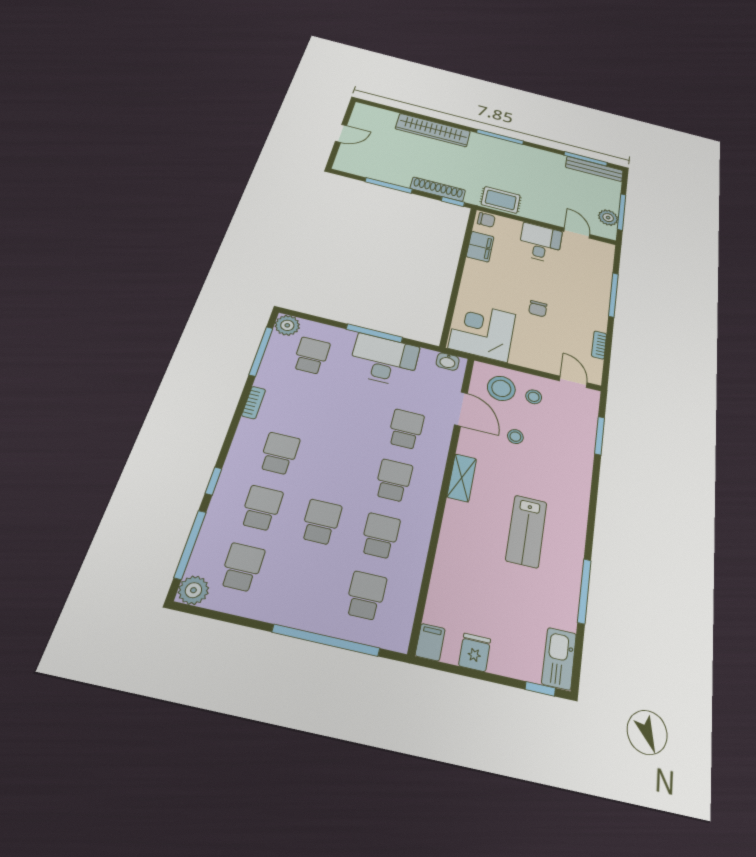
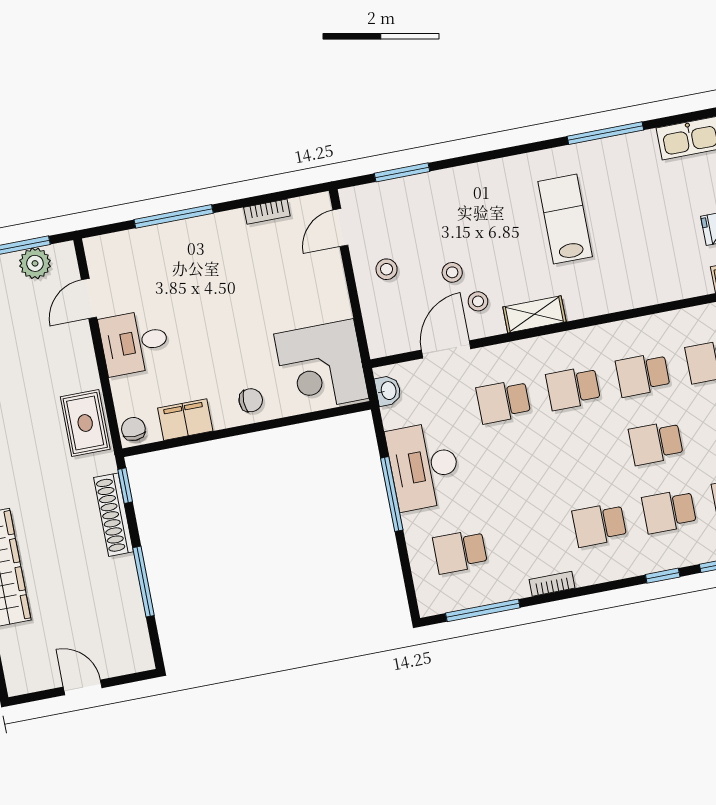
chair: (538, 309) -> (251, 400), moved
plant: (287, 325) -> (433, 599), removed
stool: (501, 388) -> (478, 301), moved, width x0.53, depth x0.53
lab bench: (526, 531) -> (565, 219), turned -90

